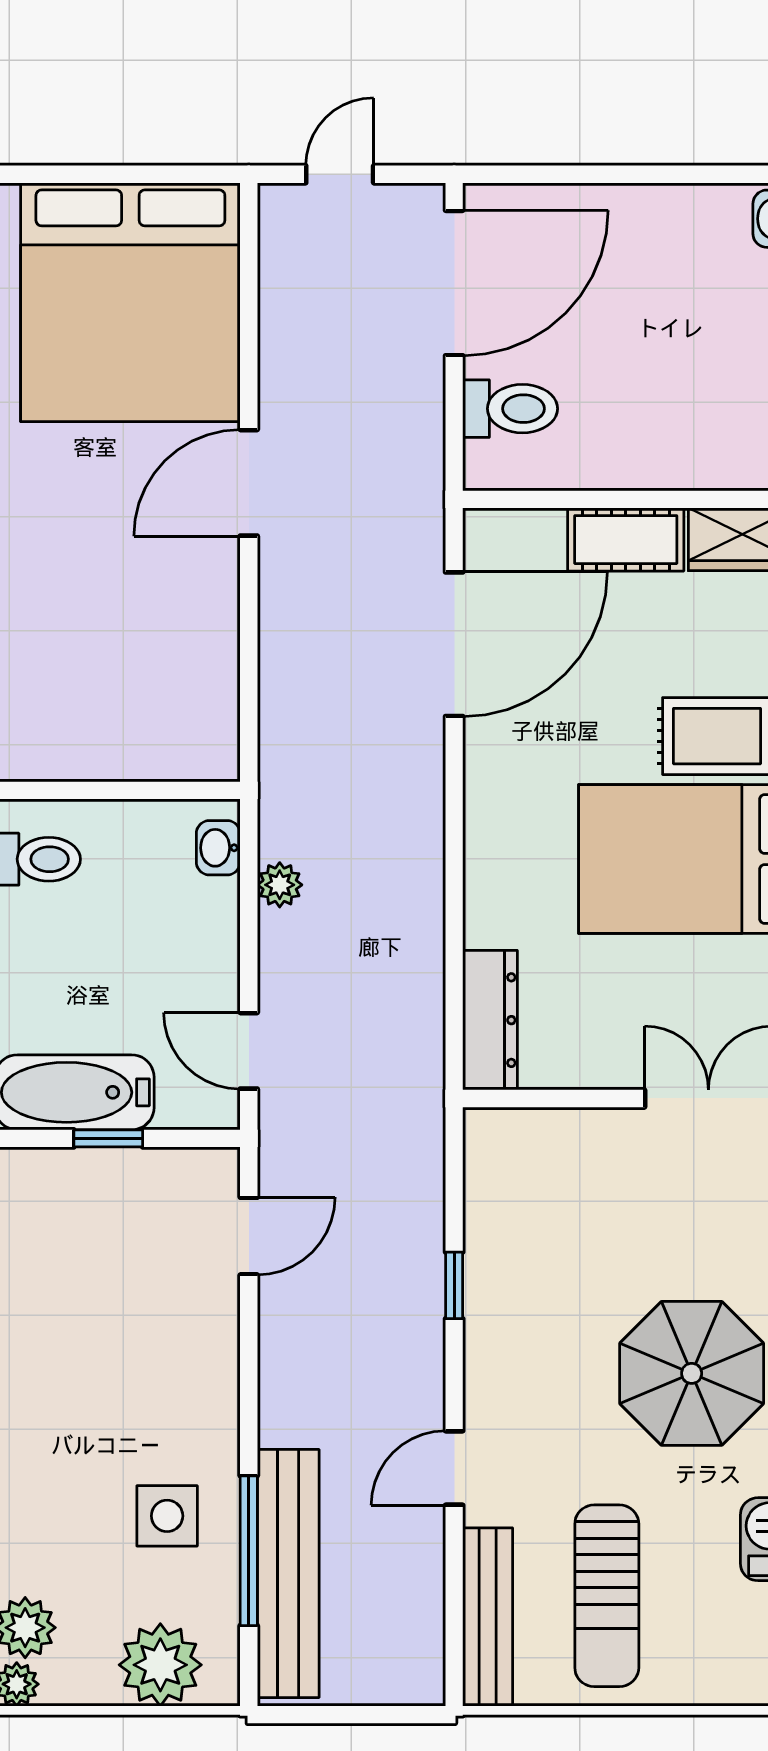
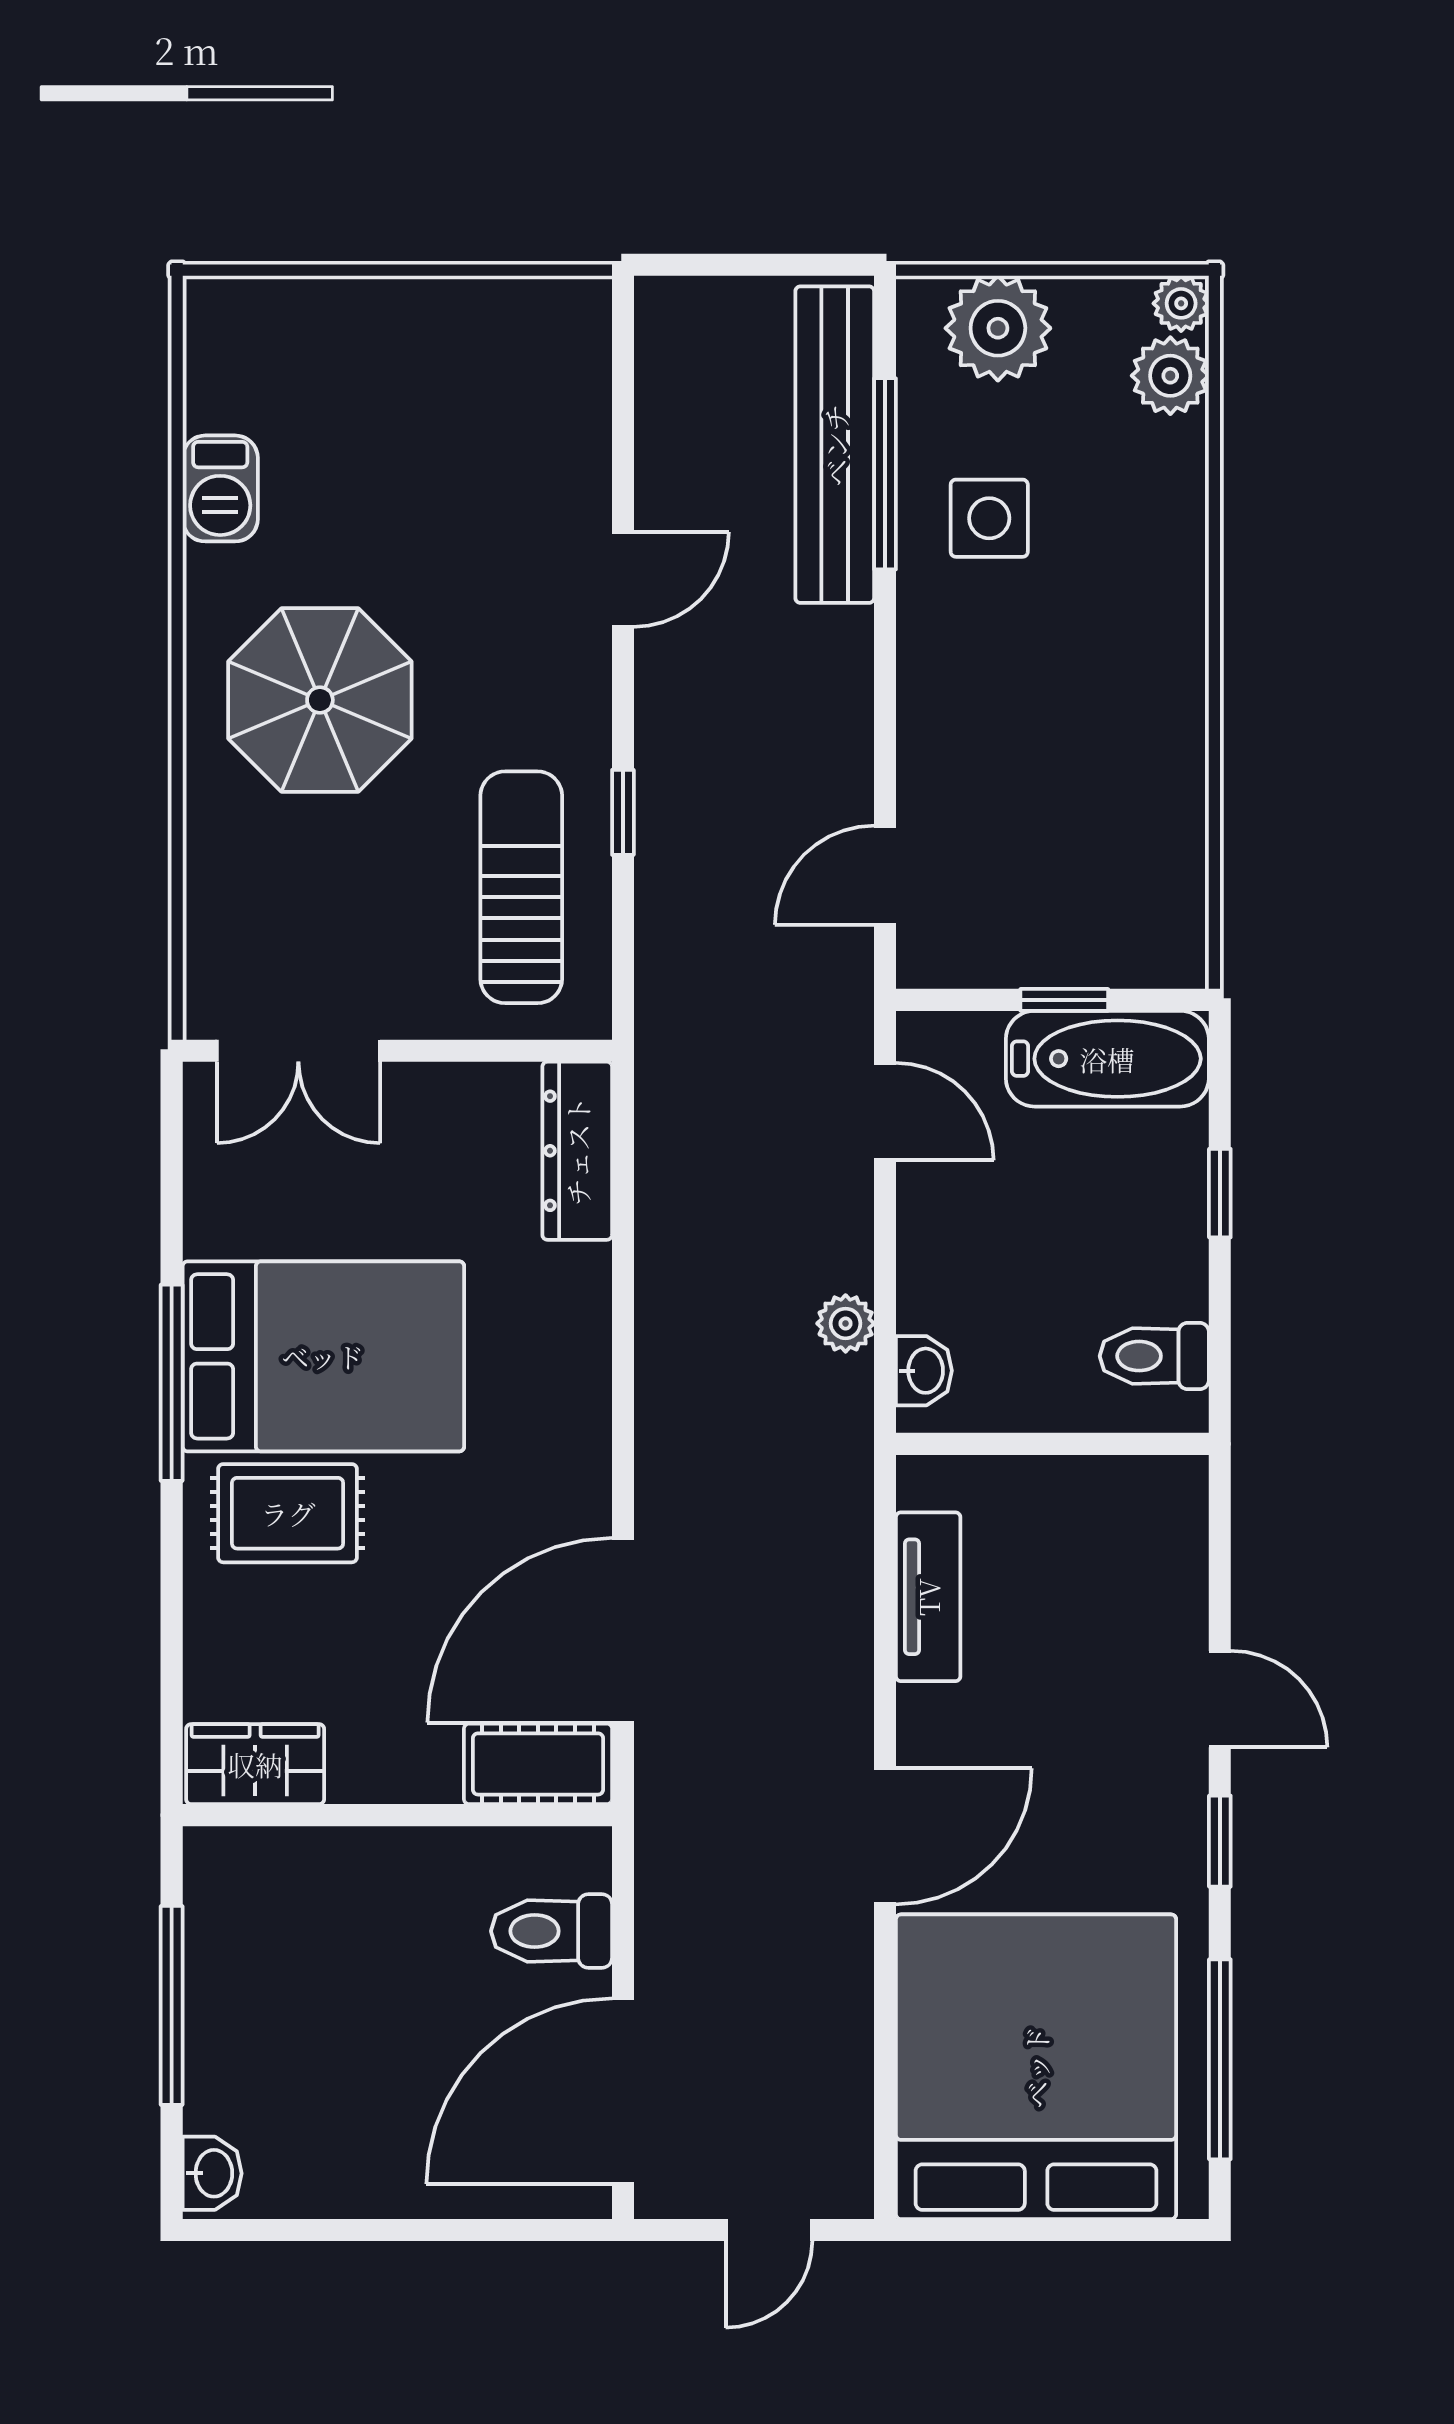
cot: (626, 540) -> (538, 1764), moved
tv unit: (215, 671) -> (928, 1597), added
sun lounger: (607, 1596) -> (521, 887), moved
bench: (488, 1617) -> (580, 389), removed

